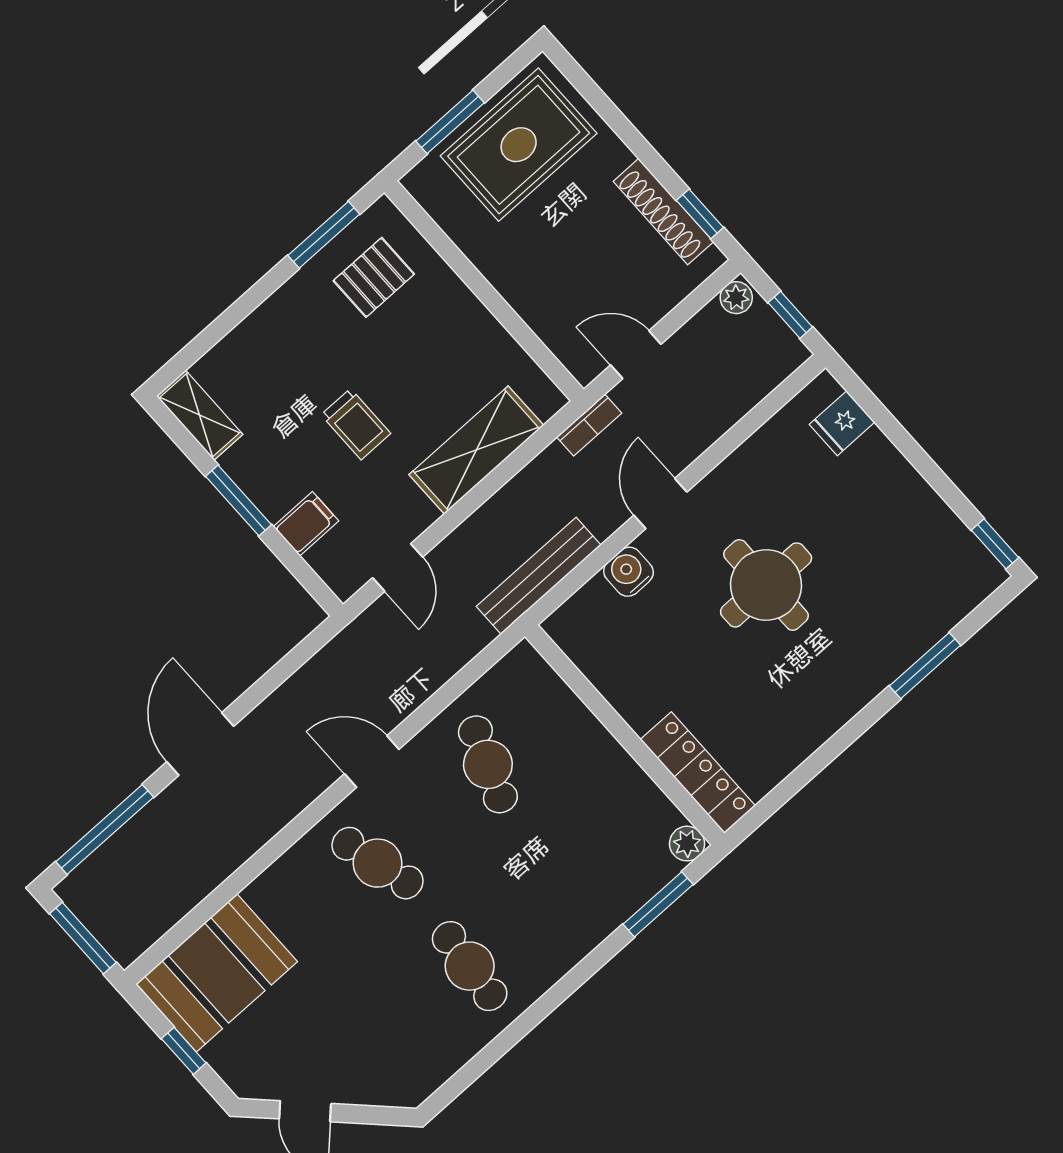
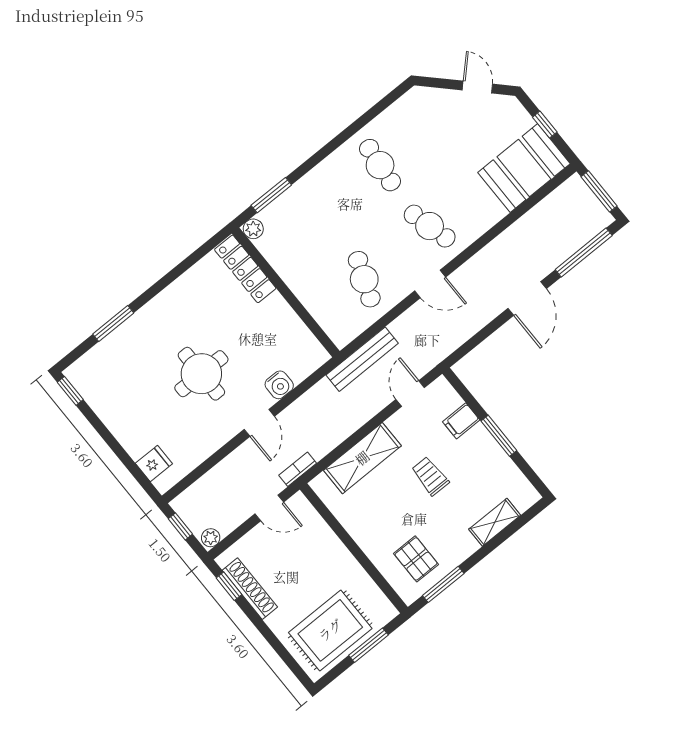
pallet: (374, 277) -> (416, 559), turned 90
shelving: (200, 415) -> (495, 522), moved, turned 90
bench: (539, 576) -> (362, 359), moved

